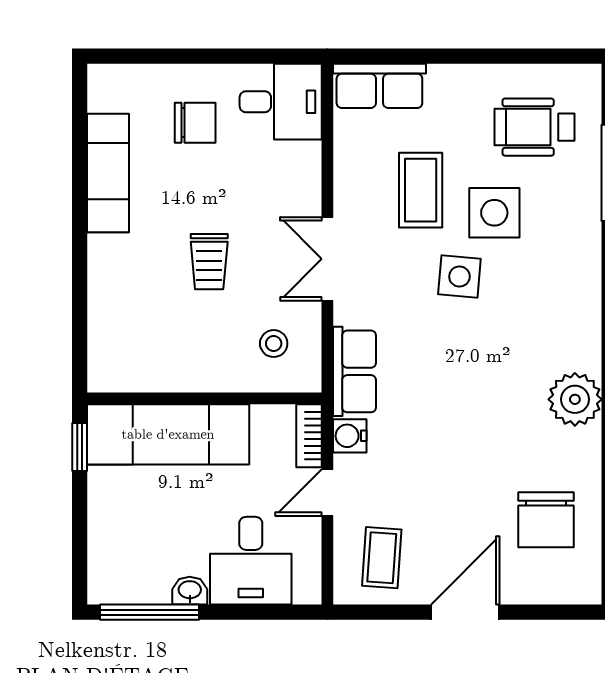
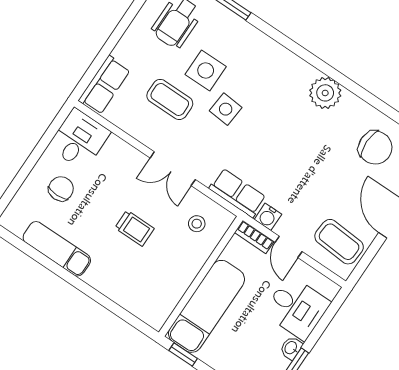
coffee table: (382, 558) -> (339, 242), width x1.36, depth x1.30

